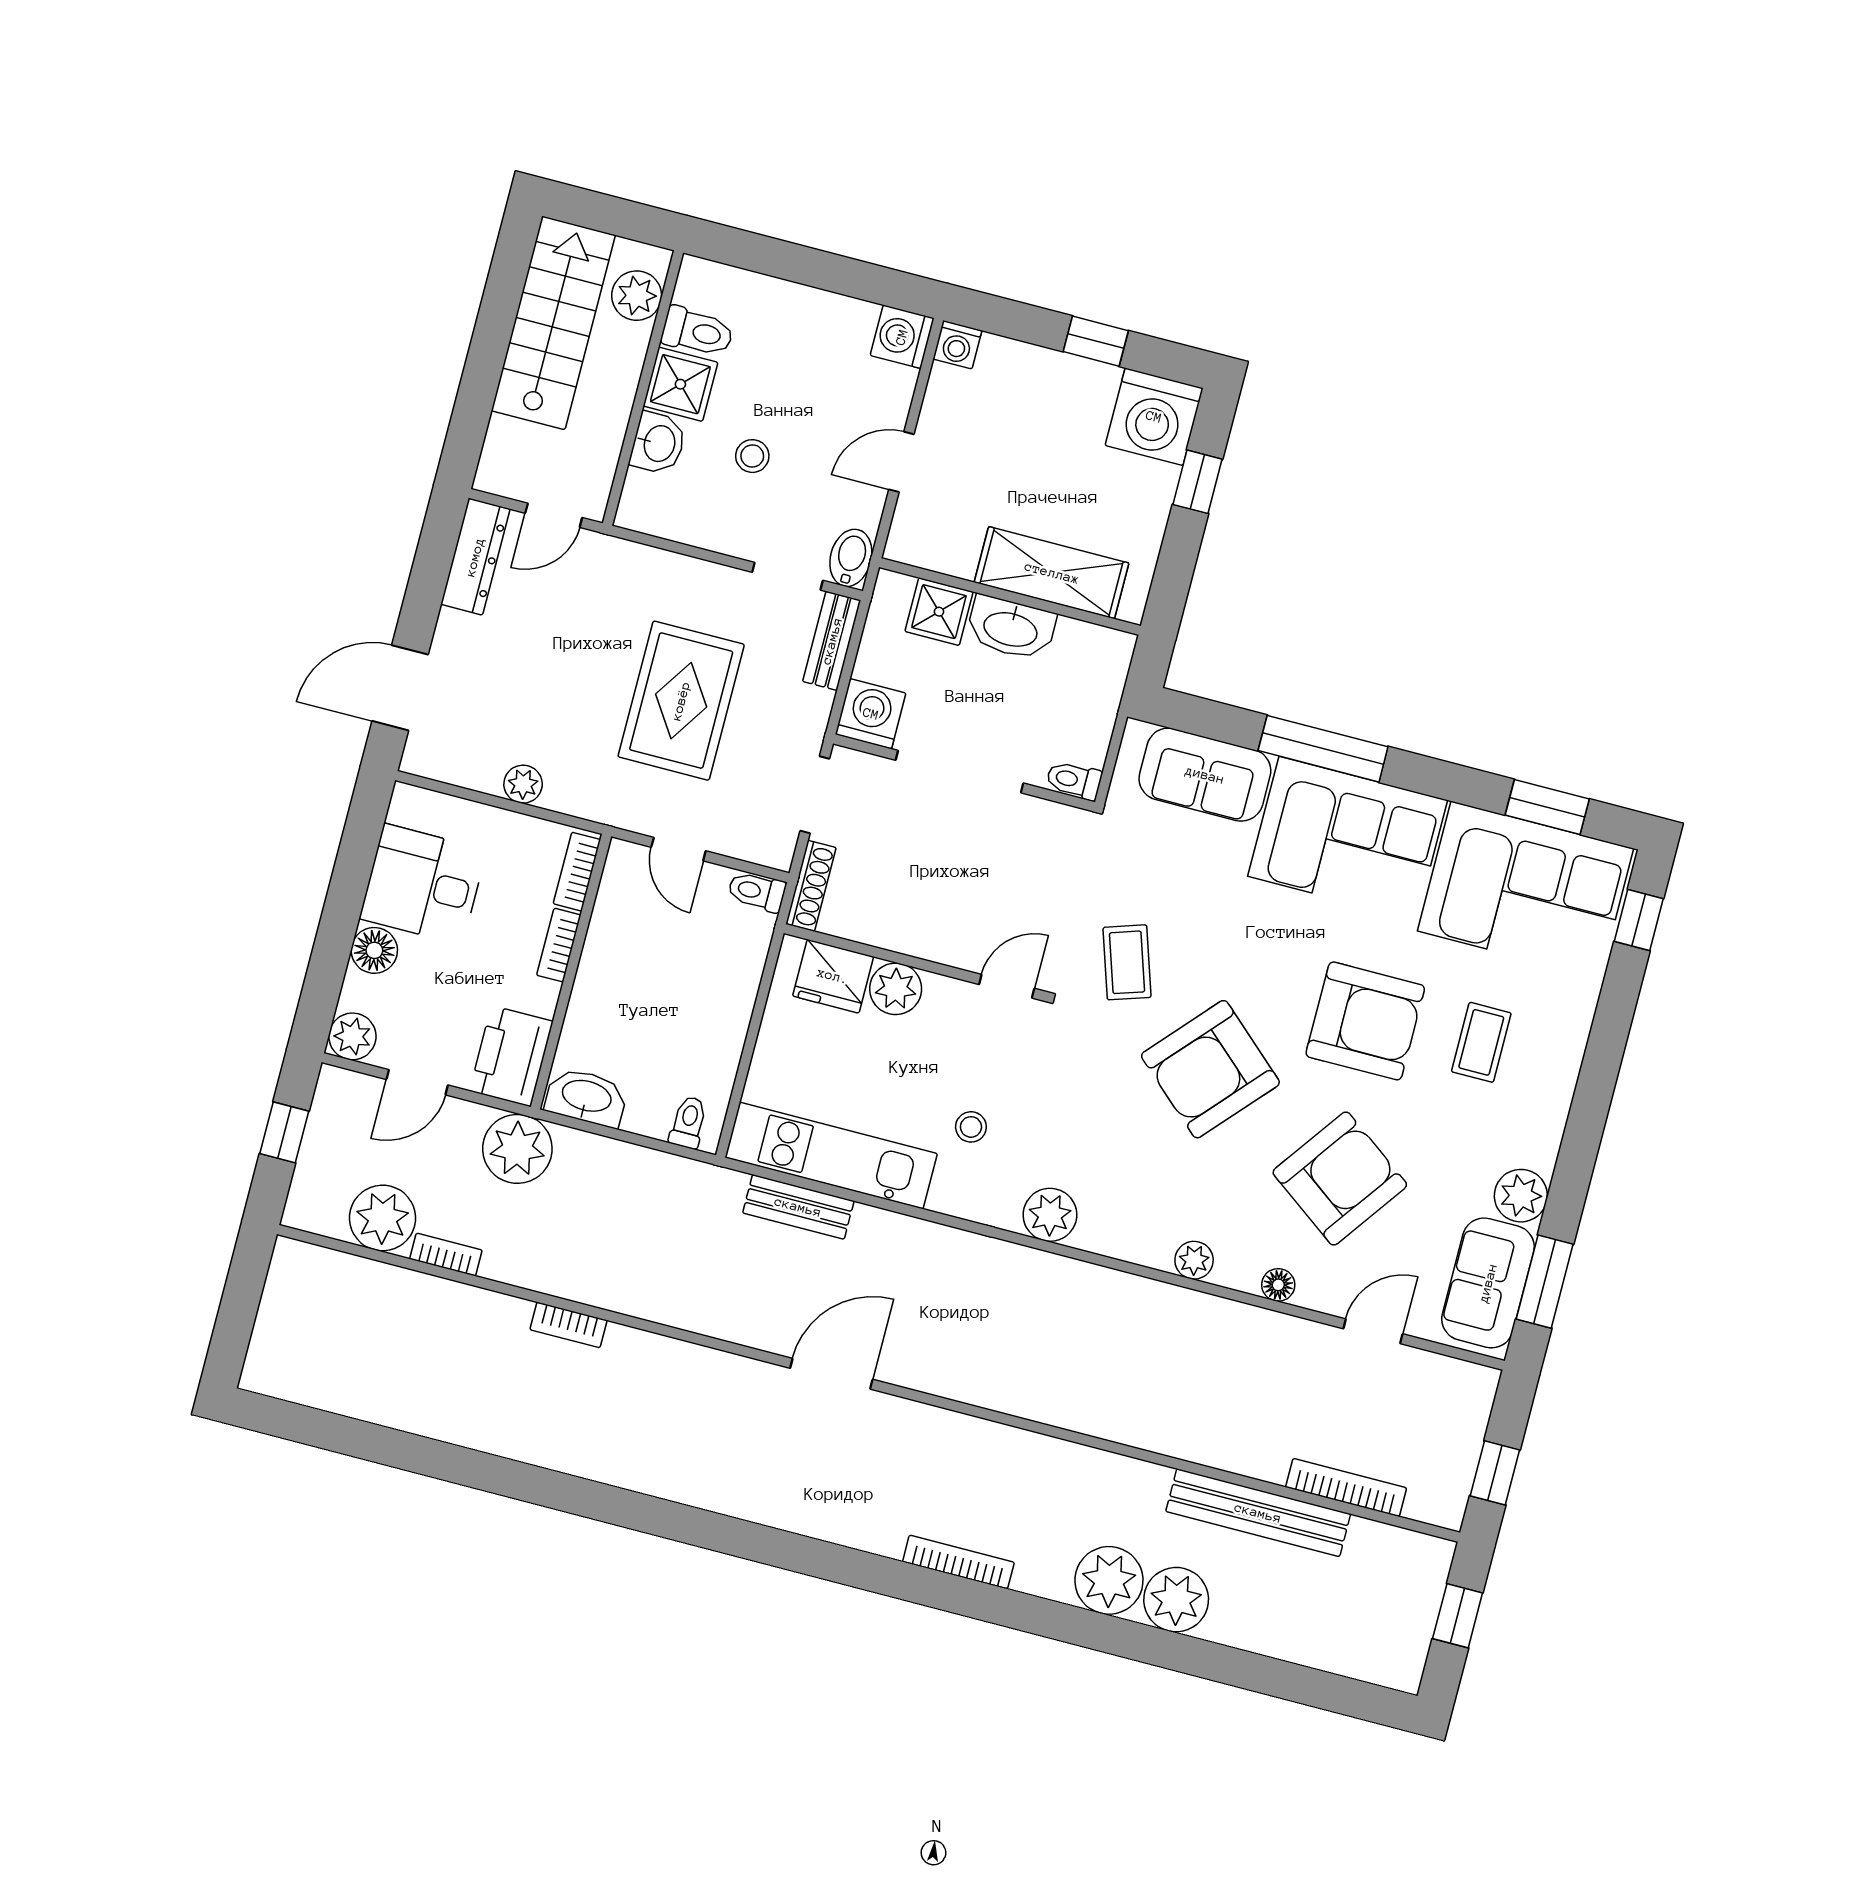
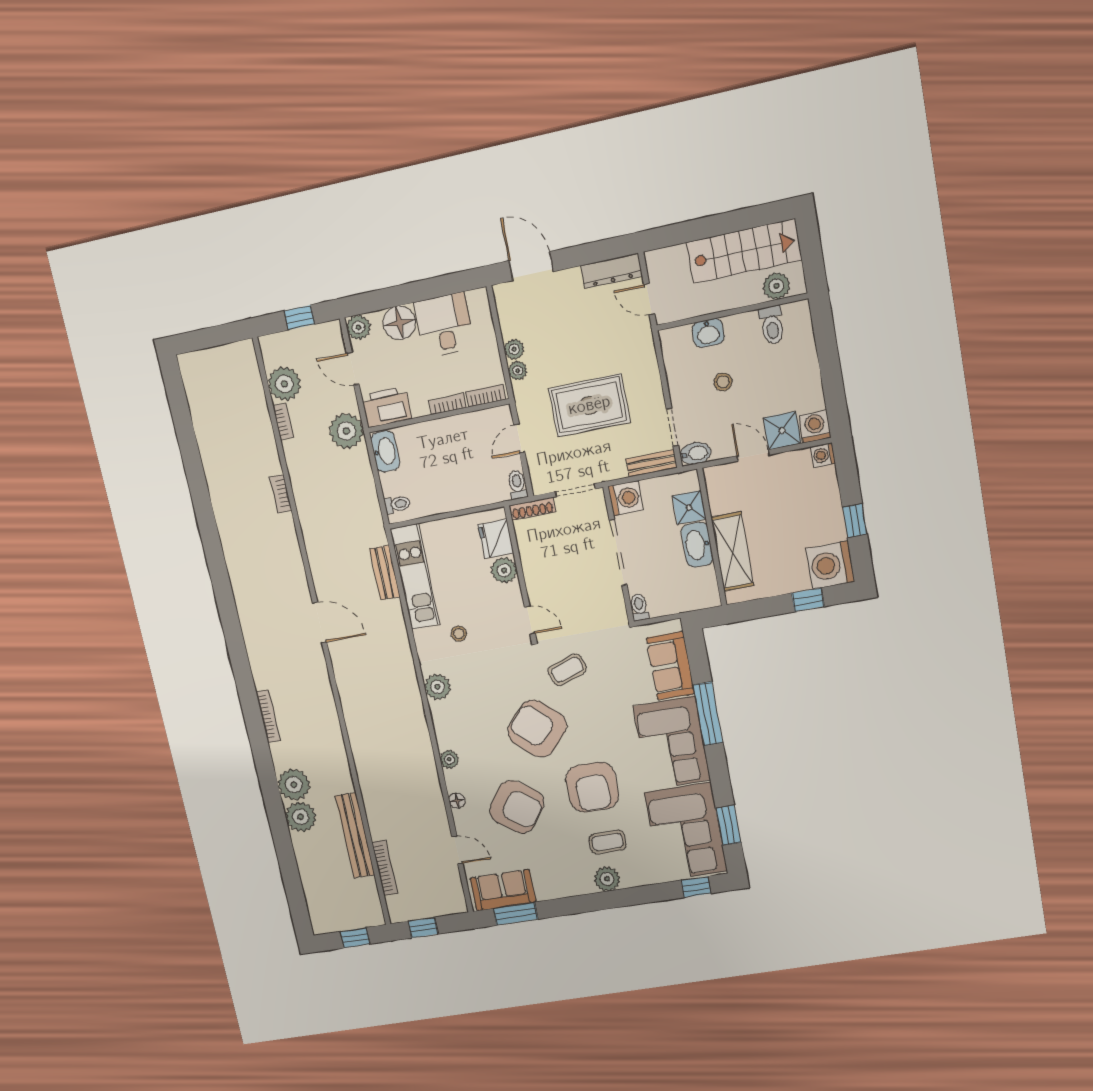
shower: (680, 384) -> (782, 431), moved
plant: (562, 796) -> (518, 371), added
floor lamp: (374, 950) -> (399, 323), width x1.38, depth x1.38
plant: (1521, 1196) -> (607, 879), moved

